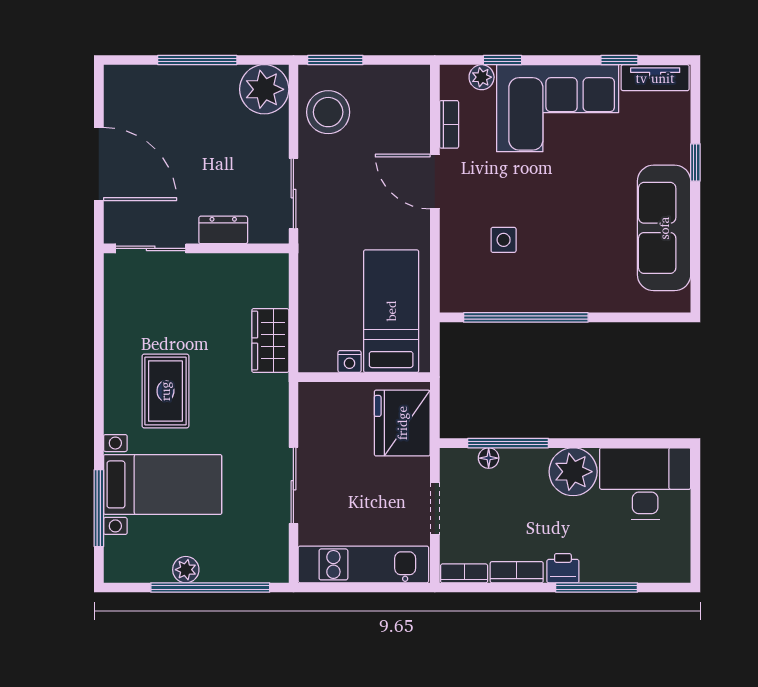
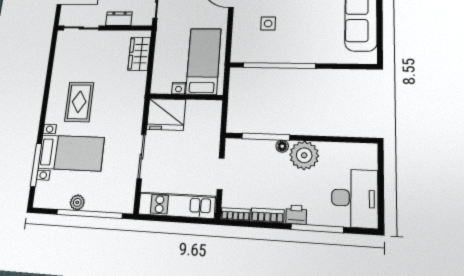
wardrobe: (270, 341) -> (139, 54), moved
fridge: (402, 423) -> (166, 114), moved, turned -90
floor lamp: (489, 458) -> (282, 146), moved
desk: (645, 484) -> (355, 198), moved, turned 90

